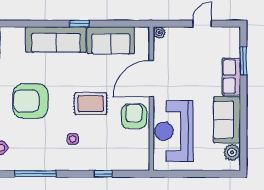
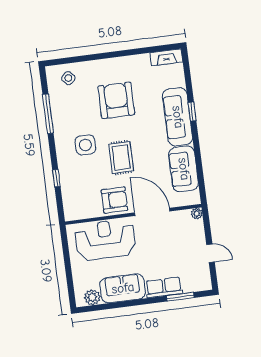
window: (79, 24) -> (192, 112), moved
side table: (73, 139) -> (85, 145), width x1.87, depth x1.87

